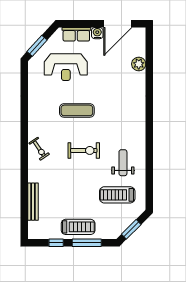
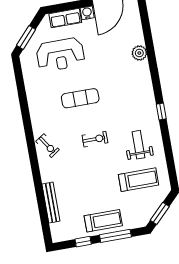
plant: (139, 64) -> (139, 53), moved
window: (149, 136) -> (161, 112), added
exercise bike: (84, 150) -> (95, 139), width x0.73, depth x0.72
treadmill: (117, 195) -> (139, 180), turned 180

